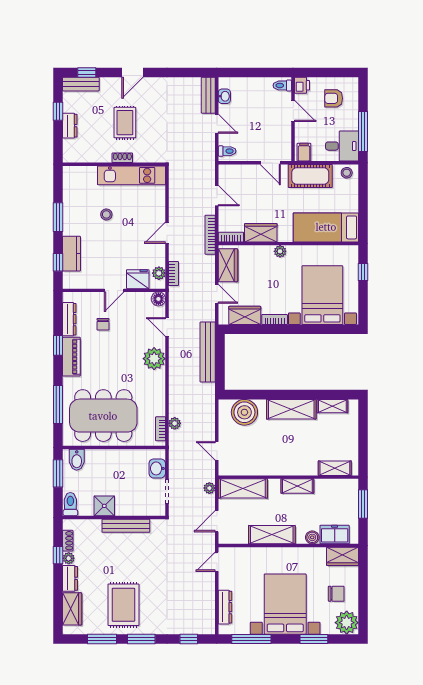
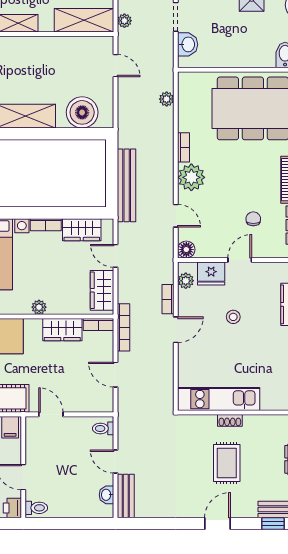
stool: (106, 214) -> (233, 317), moved
bookcase: (173, 274) -> (168, 299), moved
bookcase: (161, 429) -> (184, 147), moved

